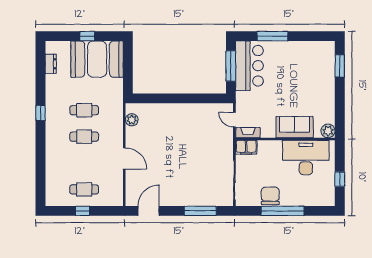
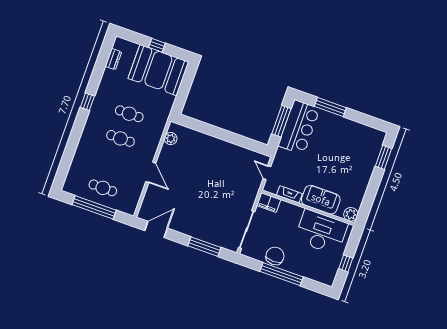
fireplace: (248, 133) -> (289, 194), moved
window: (82, 211) -> (94, 207), width x3.17

